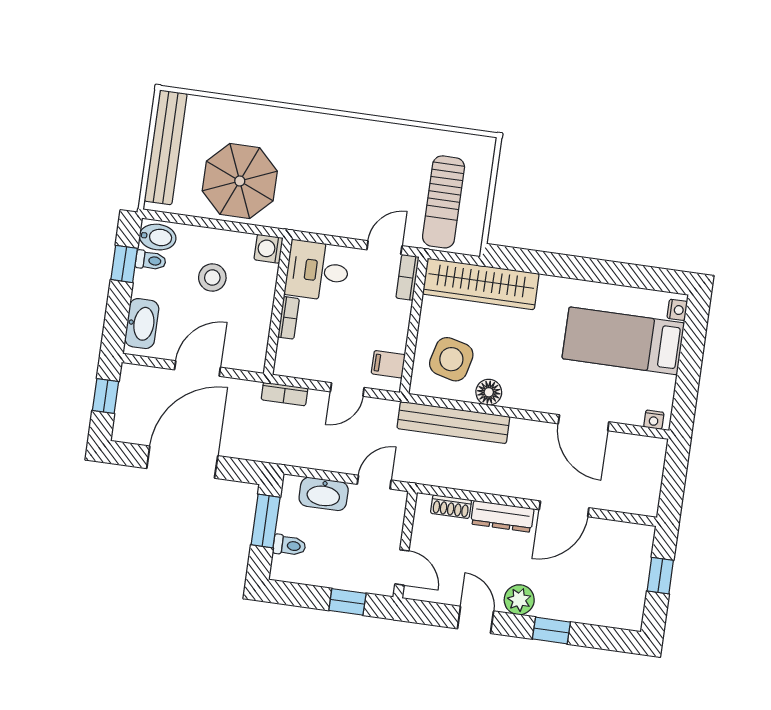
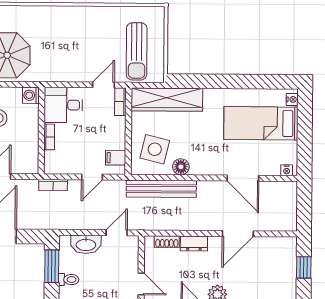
dresser: (502, 516) -> (194, 243), width x0.70

